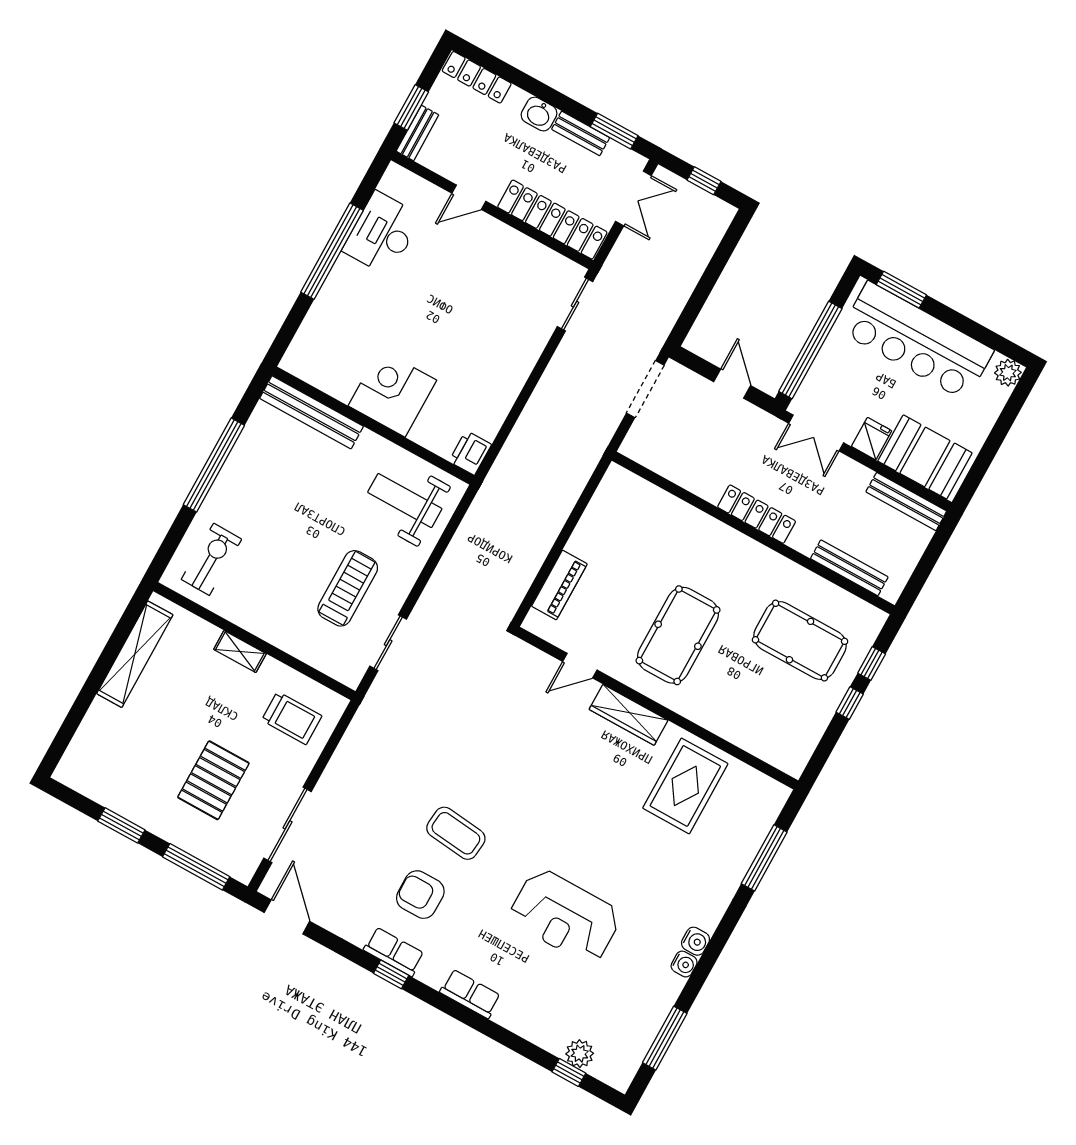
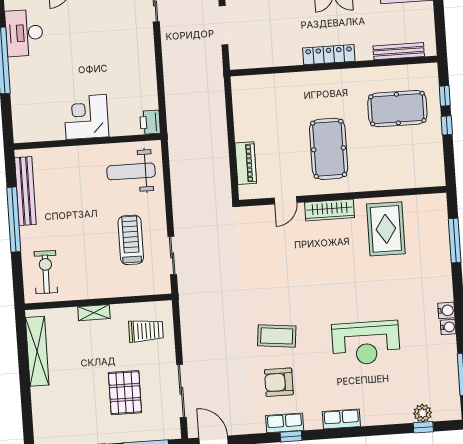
bench: (312, 412) -> (25, 191), moved, turned 90

